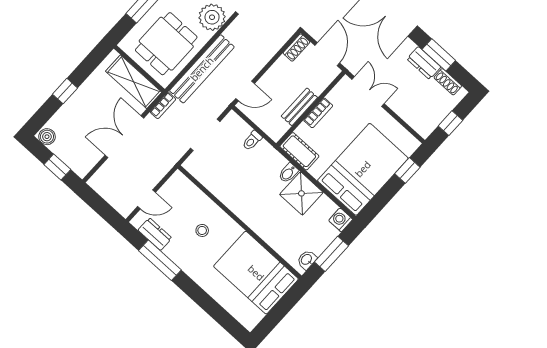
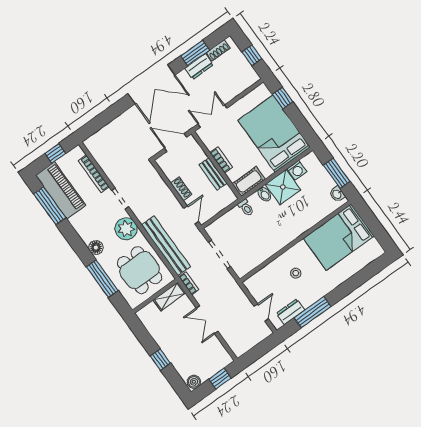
shoe rack: (296, 48) -> (181, 189), moved
shelving: (134, 82) -> (169, 296), width x0.67, depth x0.75
double door: (124, 137) -> (207, 320), width x0.73
toilet: (252, 141) -> (246, 208), moved
washing machine: (341, 220) -> (297, 170), moved, turned -90

